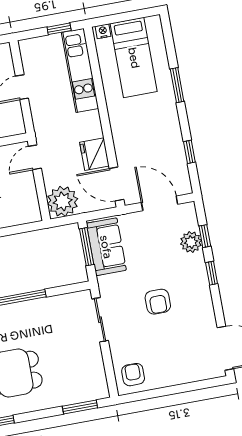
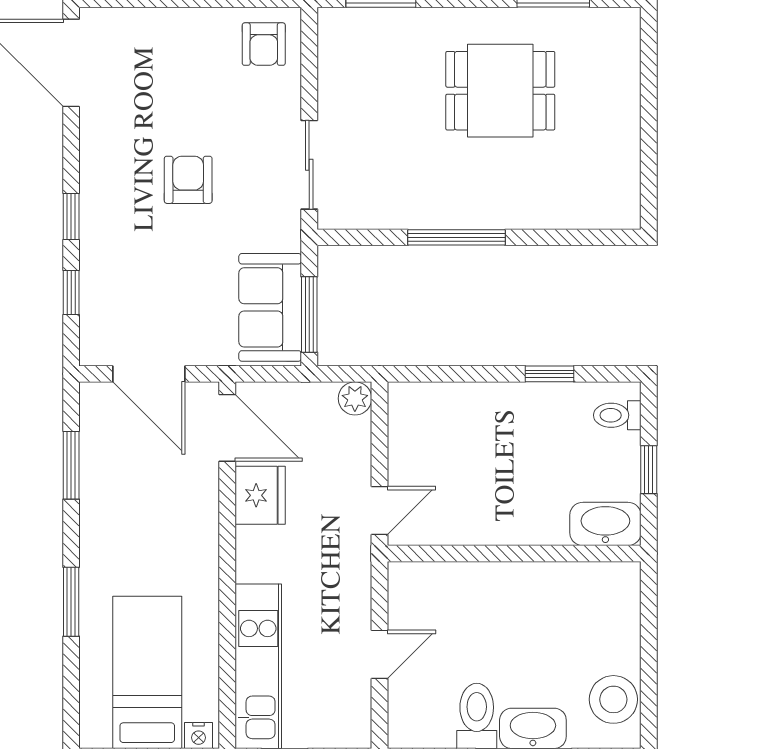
window: (189, 152) -> (71, 465), width x1.50
plant: (63, 201) -> (355, 398), width x0.53, depth x0.53
plant: (191, 242) -> (101, 286), removed

